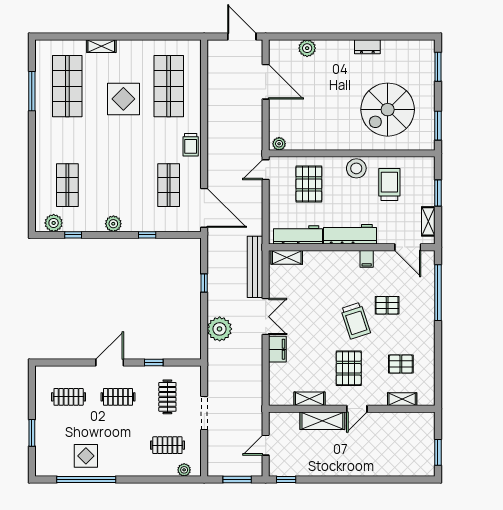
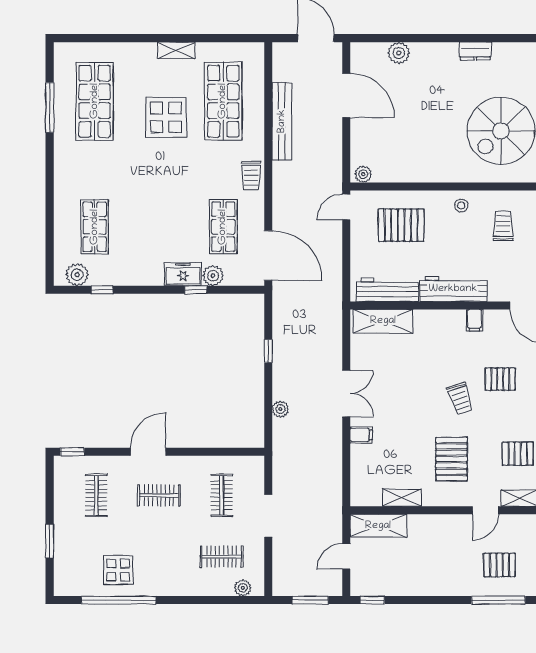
shelving: (101, 46) -> (176, 50), moved
stool: (356, 168) -> (461, 205), width x0.53, depth x0.53
pallet: (309, 184) -> (401, 225), turned 90
trolley: (389, 184) -> (503, 226), width x0.73, depth x0.72
freezer: (137, 222) -> (183, 274), added
plant: (113, 224) -> (213, 276), moved
shelving: (287, 257) -> (383, 321), width x1.50, depth x1.33
bench: (255, 267) -> (282, 121), moved
trolley: (356, 321) -> (460, 399), width x0.73, depth x0.72
plant: (220, 329) -> (280, 409), width x0.53, depth x0.53
filing cabinet: (277, 349) -> (361, 435), width x0.50
window: (154, 363) -> (72, 452), moved
clothes rail: (69, 397) -> (96, 495), turned 90
door: (357, 409) -> (485, 510), moved
shelving: (322, 421) -> (378, 526), moved
pallet: (387, 452) -> (500, 565), added
window: (386, 479) -> (498, 600), added

